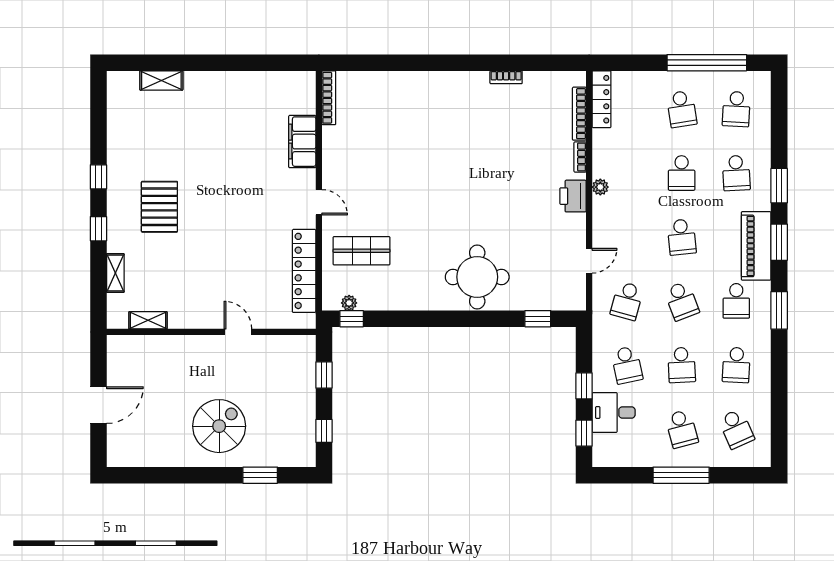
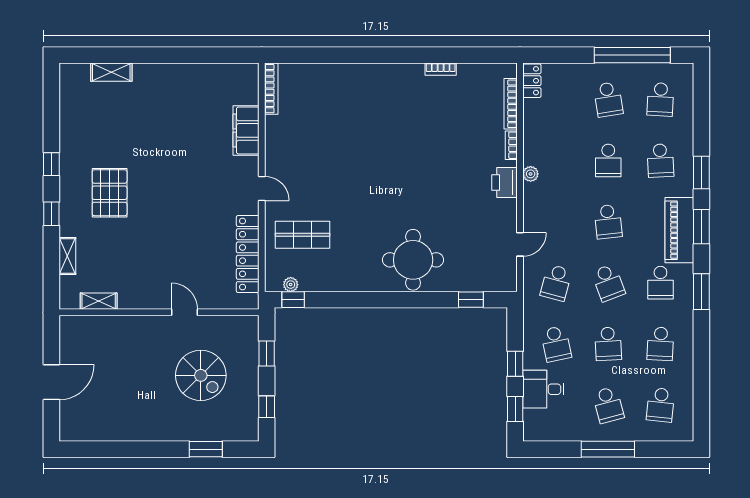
locker: (602, 99) -> (532, 81), width x0.66
spiral stairs: (219, 426) -> (201, 375), moved, turned 90
school desk: (736, 429) -> (660, 405), turned 30

